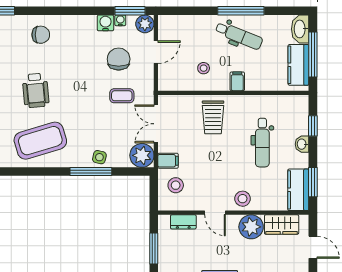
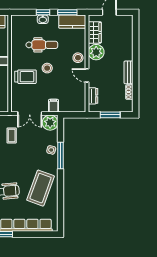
window: (313, 126) -> (43, 12), moved
coffee table: (40, 141) -> (41, 188), turned 37
stool: (176, 185) -> (47, 68), moved
door: (215, 213) -> (87, 75), swing flipped

